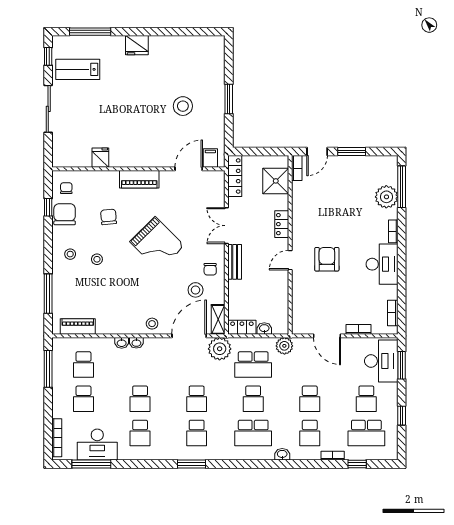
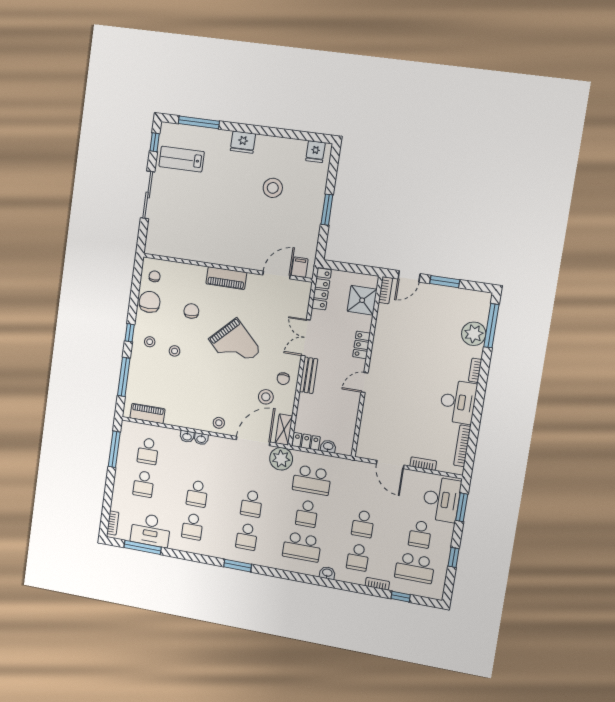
stool: (183, 106) -> (273, 188), moved
fridge: (100, 158) -> (315, 152), moved, turned 180
window: (48, 207) -> (130, 333), moved
armchair: (327, 259) -> (402, 388), removed
bookcase: (393, 313) -> (462, 446), width x1.56
plant: (284, 346) -> (346, 467), removed
bookcase: (57, 438) -> (113, 523), width x0.64

